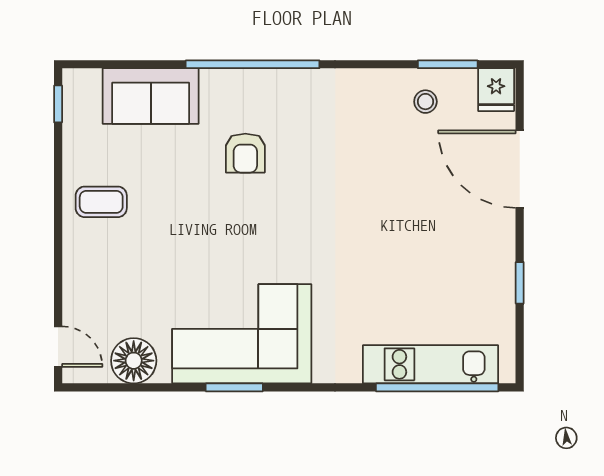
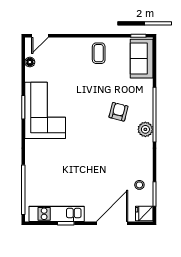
plant: (289, 87) -> (145, 129), added
sofa: (151, 96) -> (142, 59), moved
armchair: (245, 153) -> (118, 112), turned 104
floor lamp: (134, 361) -> (30, 62), width x0.53, depth x0.53
kitchen unit: (431, 364) -> (57, 214), moved, turned -90

